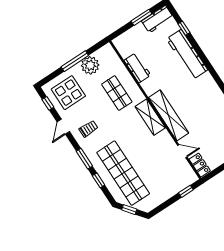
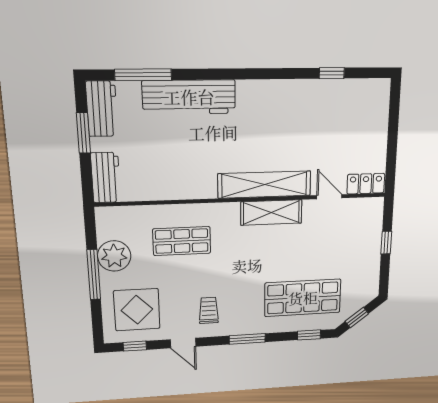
window: (184, 28) -> (143, 75), width x2.17
workbench: (137, 68) -> (106, 178), moved, turned 90
shelving: (150, 117) -> (271, 212), moved
door: (182, 151) -> (329, 197), hinge flipped
shop shelf: (123, 173) -> (303, 298), width x0.71
window: (99, 180) -> (309, 335), moved
window: (186, 191) -> (386, 243), moved

